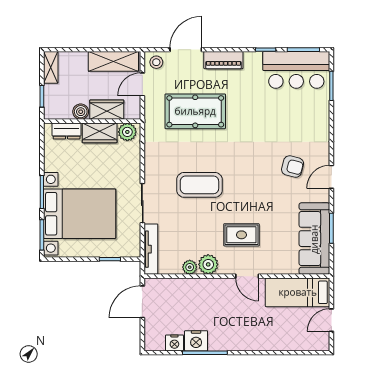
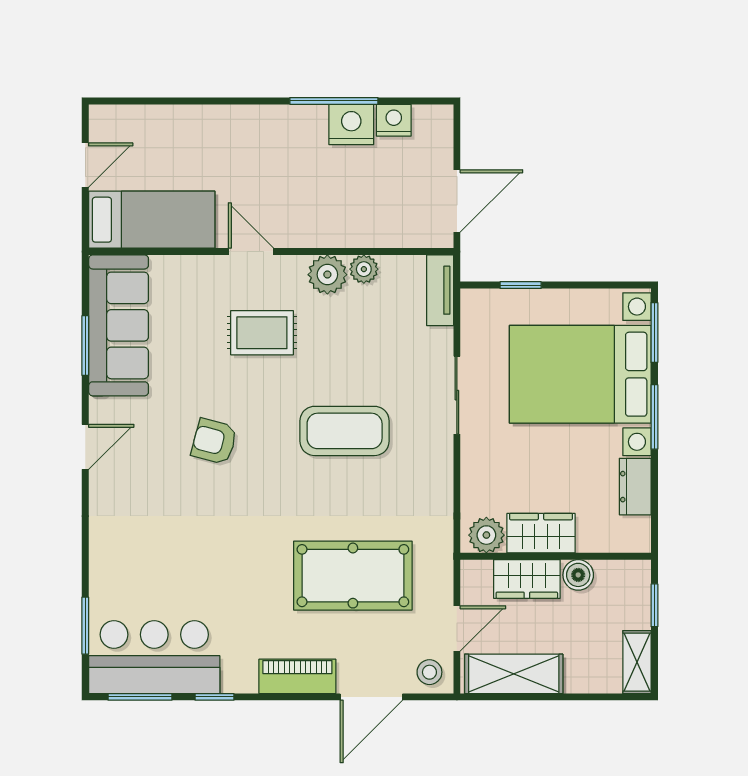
dresser: (67, 131) -> (635, 487), moved, turned -90
armchair: (293, 167) -> (214, 441), moved
tv unit: (151, 249) -> (440, 290), width x0.71

